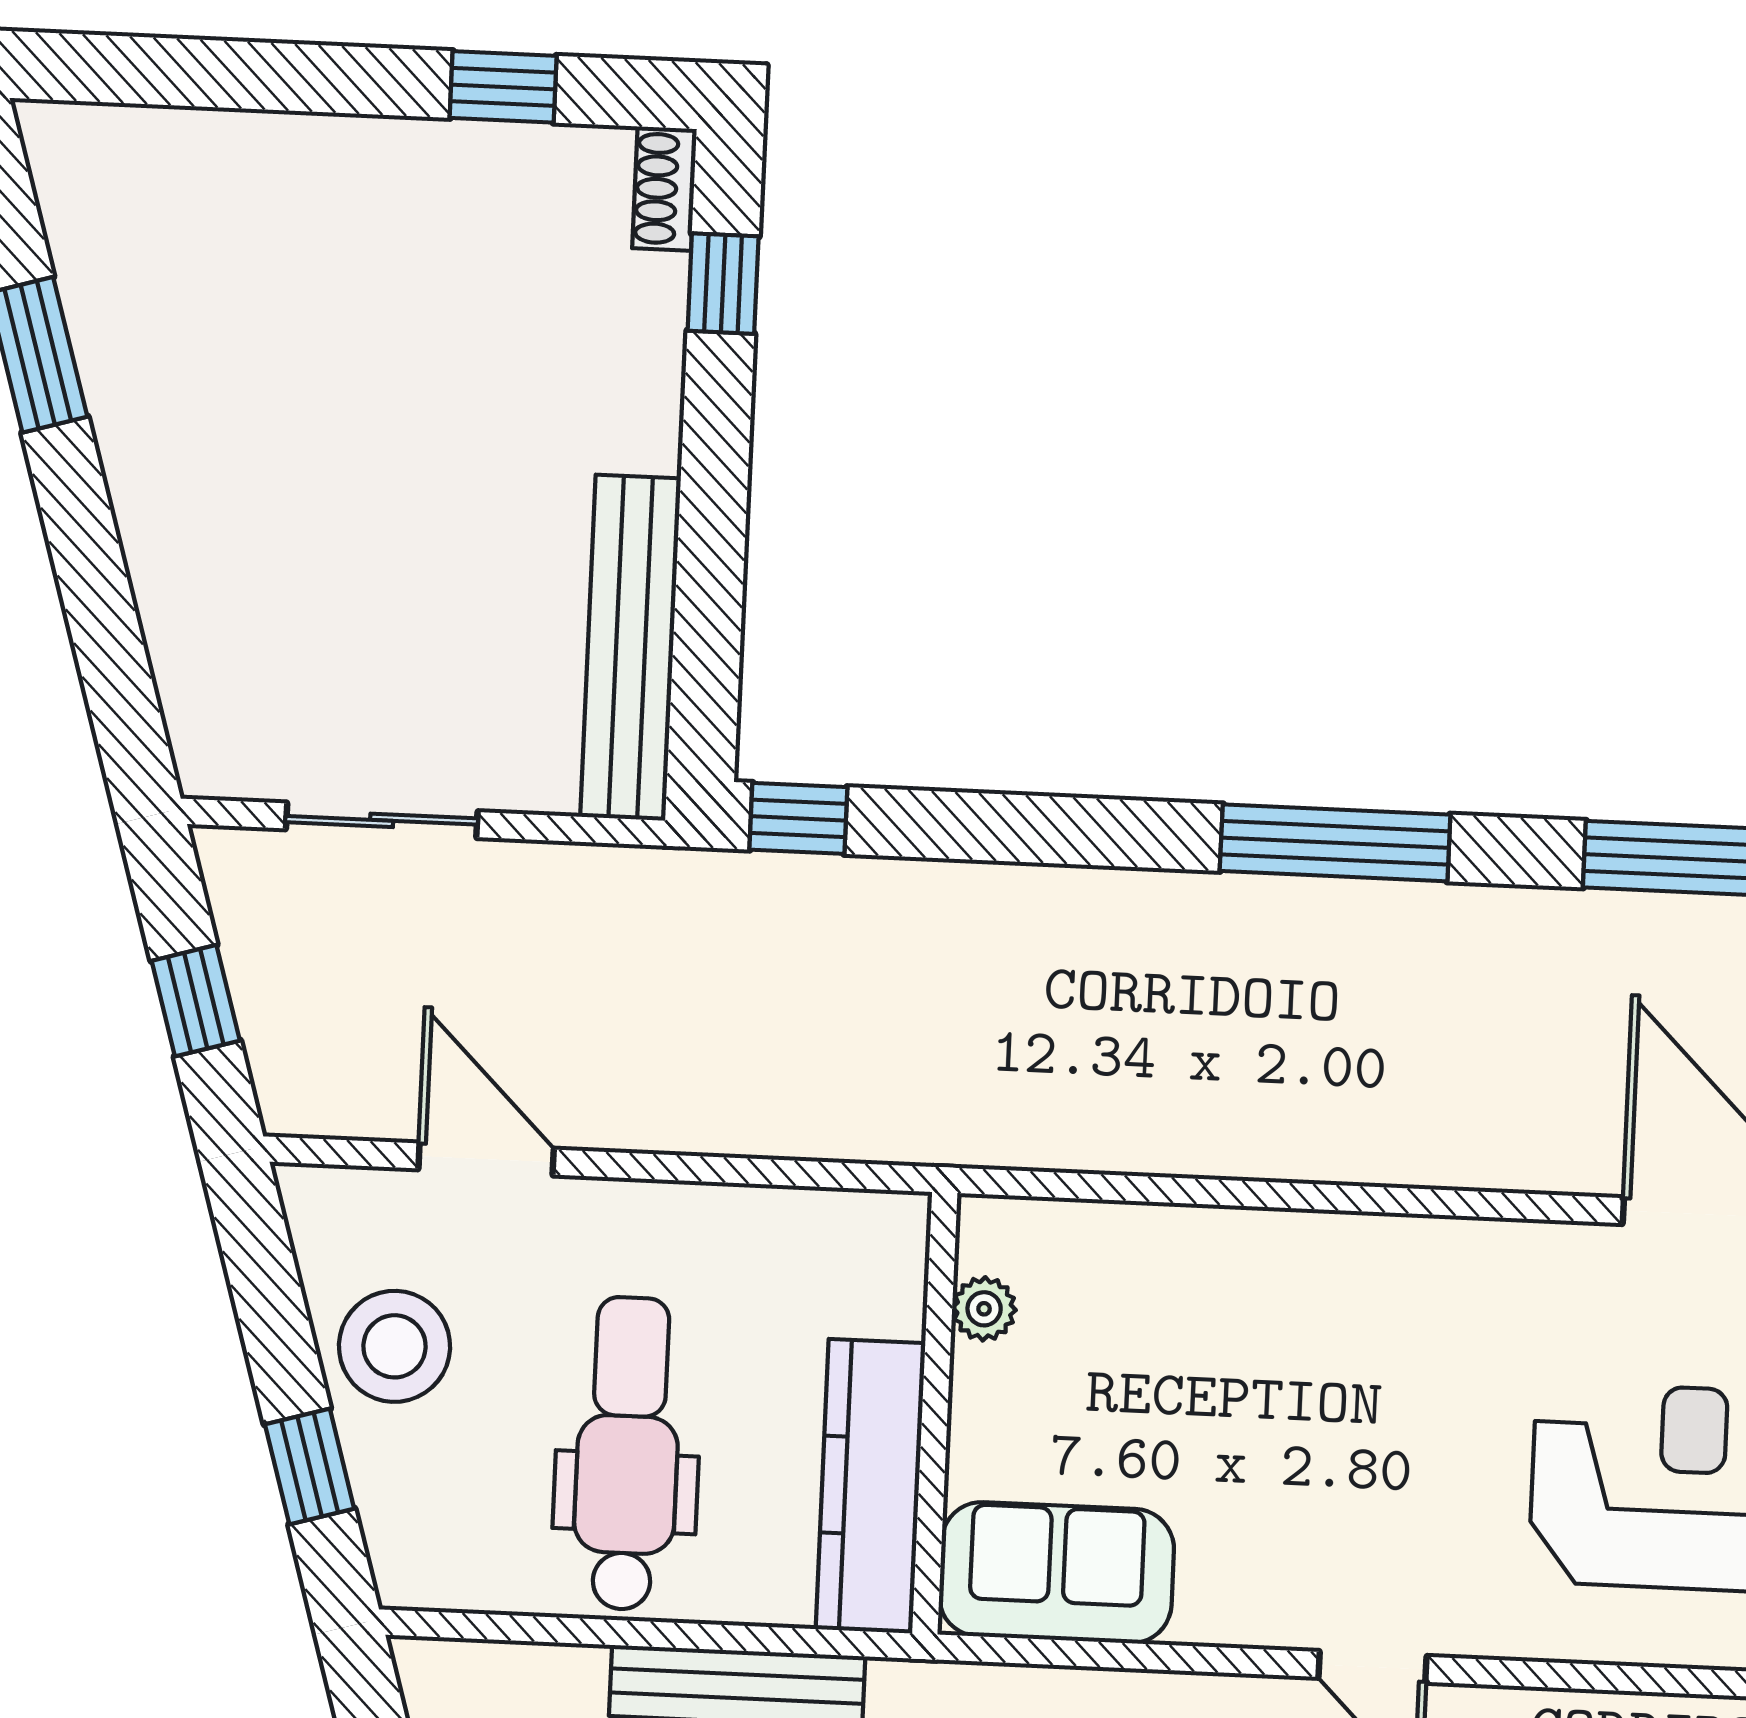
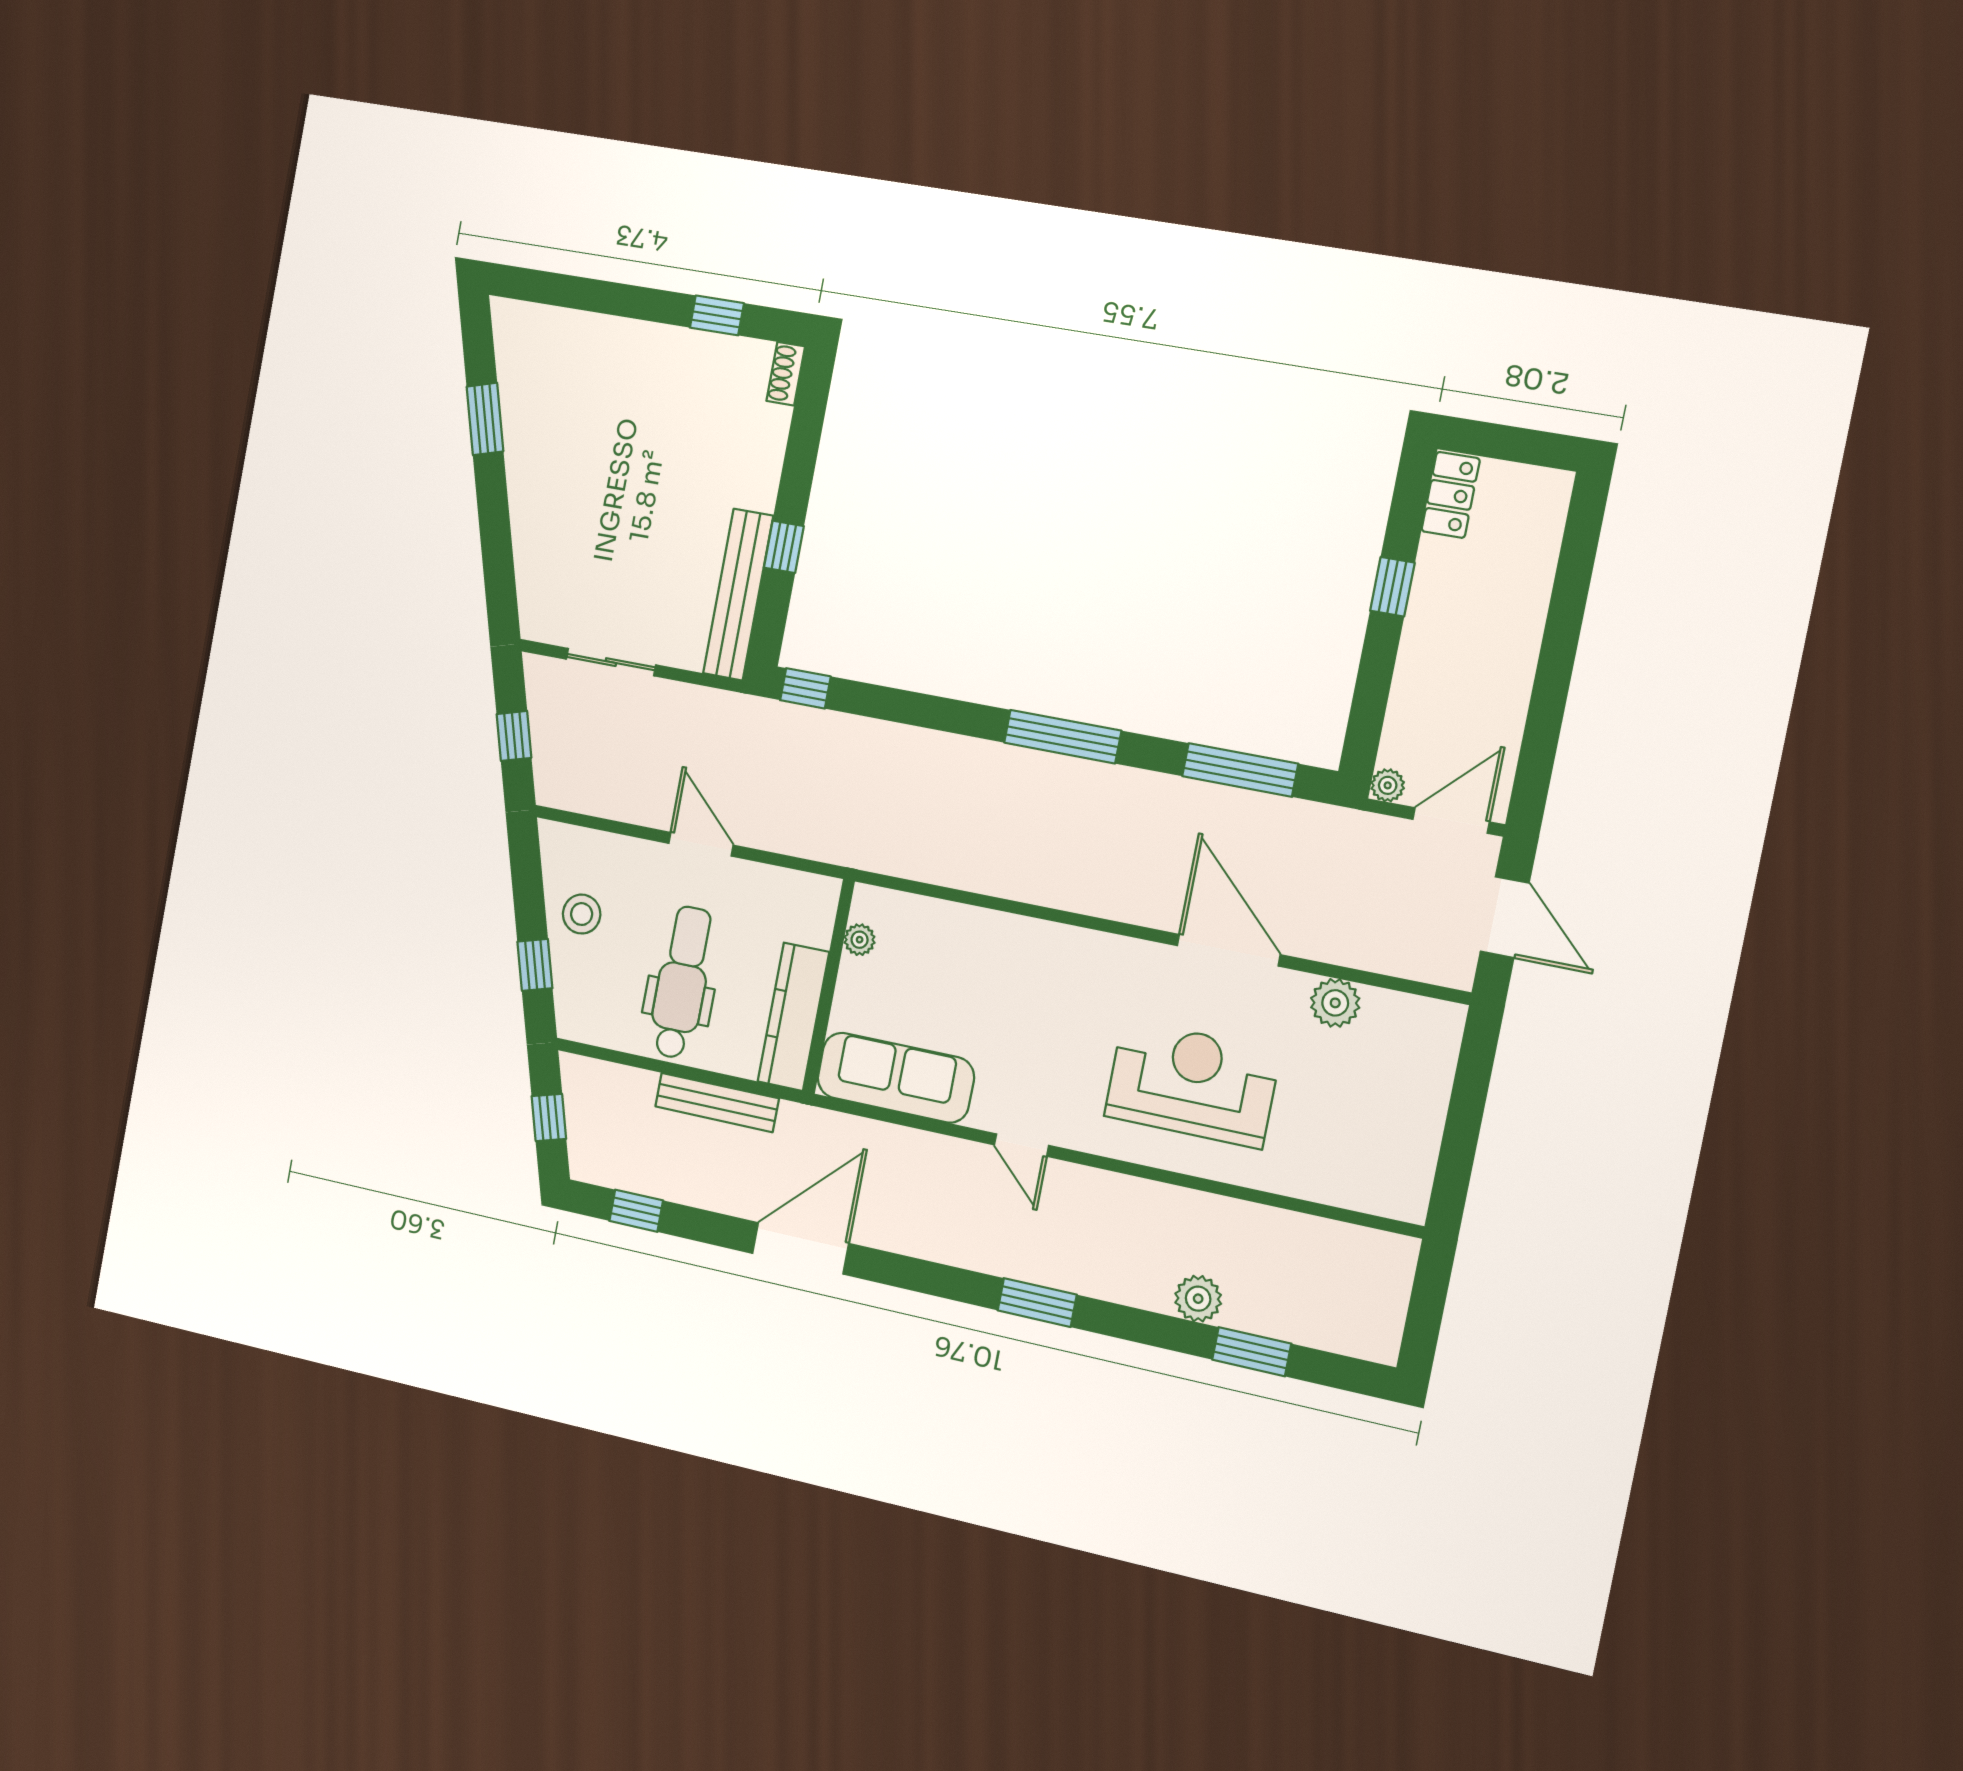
window: (723, 284) -> (784, 547), moved
door: (486, 1159) -> (701, 844), moved
stool: (394, 1346) -> (582, 914), width x0.73, depth x0.73
sofa: (1057, 1573) -> (896, 1078), width x1.36

